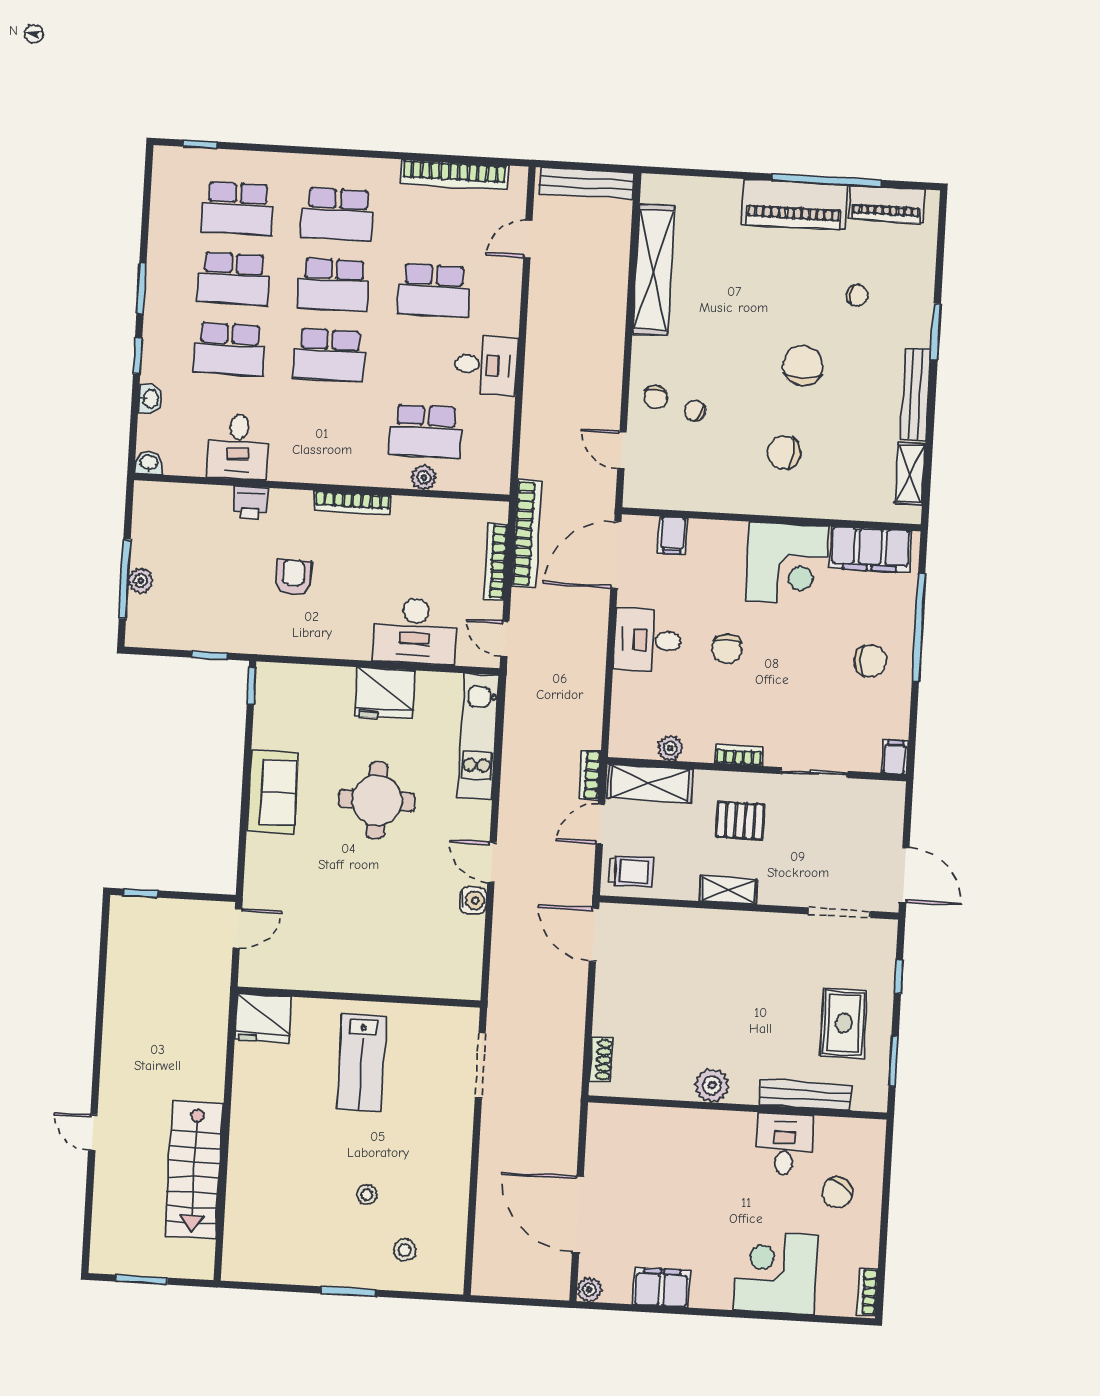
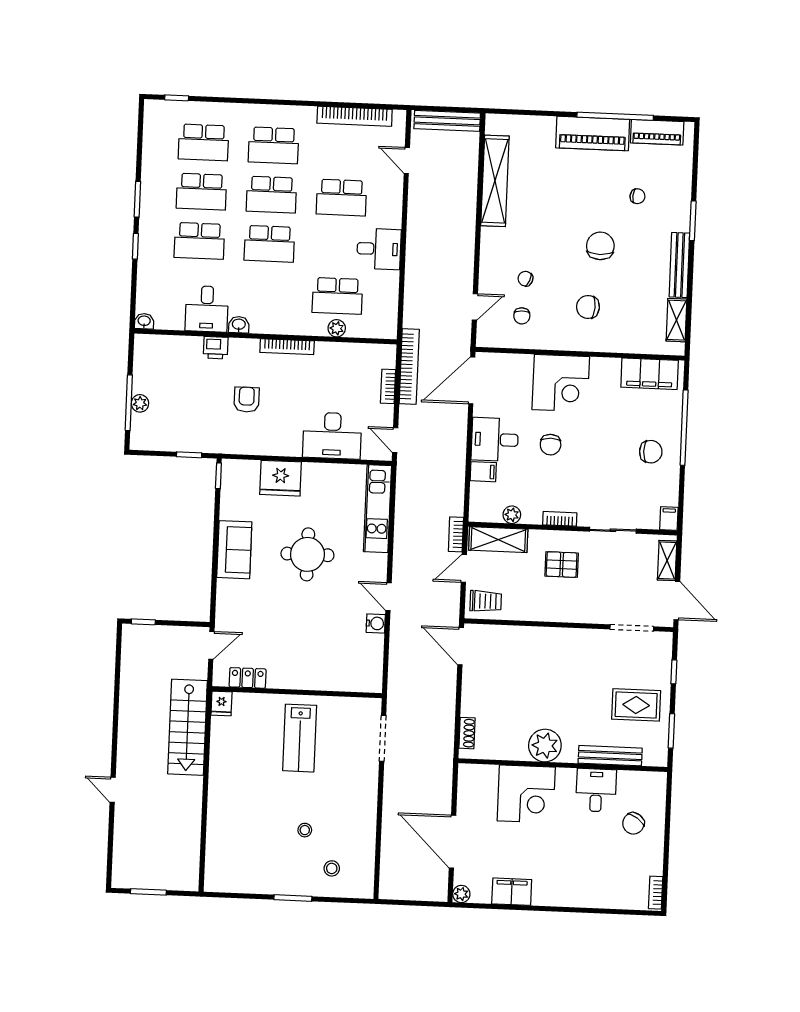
door: (528, 239) -> (407, 160), hinge flipped
chair: (656, 397) -> (522, 316), moved
washbasin: (150, 399) -> (239, 325), moved, turned -90
door: (622, 450) -> (475, 307), swing flipped
filing cabinet: (673, 535) -> (483, 472), moved, turned -90
bookcase: (496, 562) -> (388, 386), width x0.64
corner desk: (787, 563) -> (561, 383), moved
fridge: (385, 693) -> (281, 478), moved
shelving: (728, 890) -> (667, 561), moved, turned 90
locker: (288, 976) -> (248, 678), added
fridge: (263, 1018) -> (221, 703), width x0.53, depth x0.75
rug: (844, 1023) -> (636, 705), turned 90
plant: (712, 1085) -> (545, 746), width x1.36, depth x1.36
stairs: (194, 1170) -> (188, 727), moved
corner desk: (776, 1273) -> (526, 794), moved, turned 180

